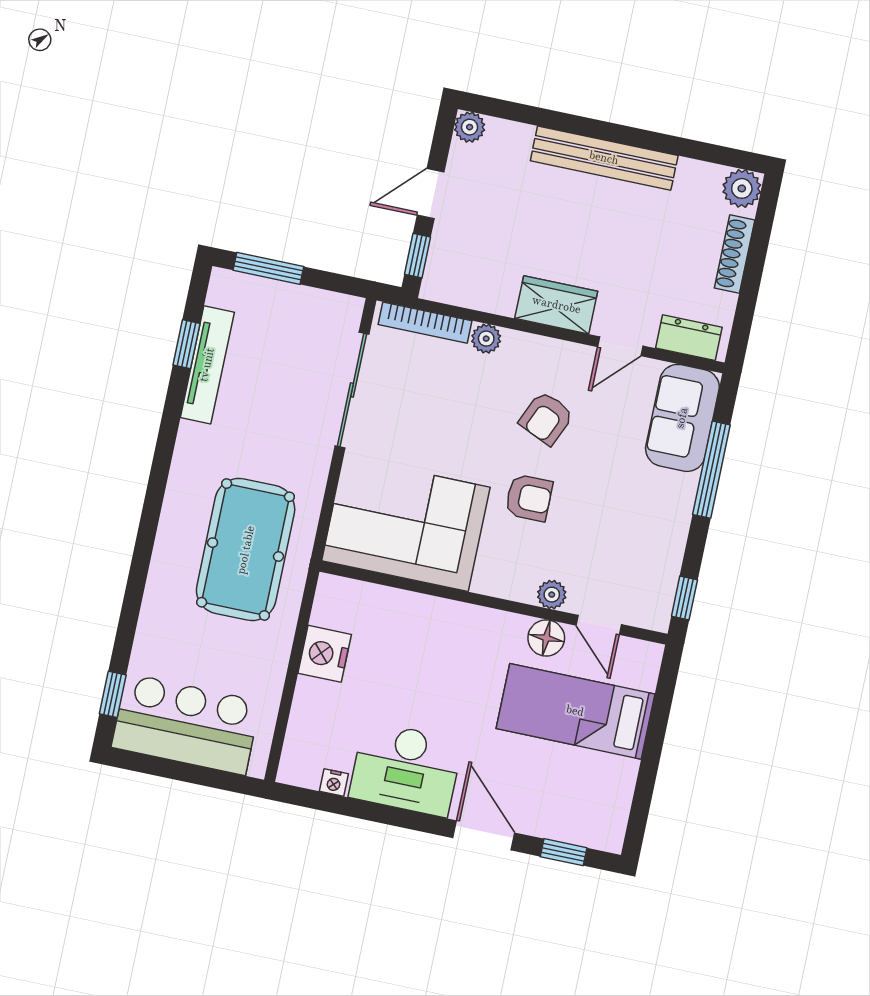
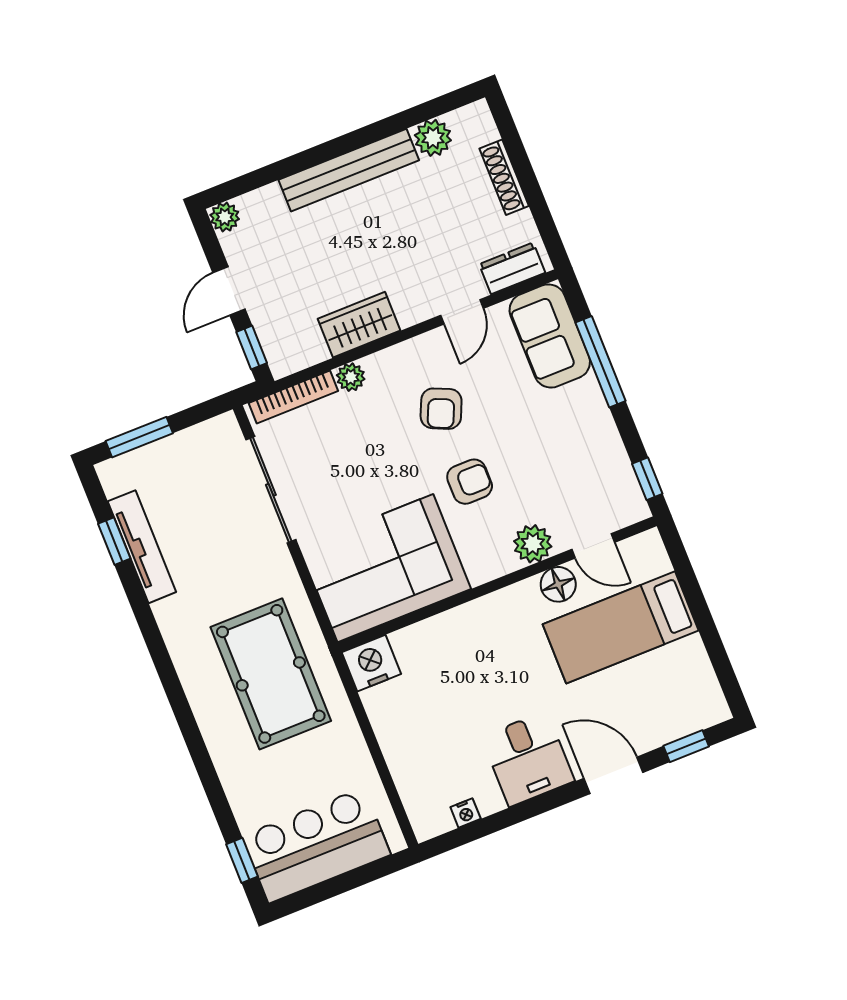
plant: (742, 188) -> (433, 138), moved
wardrobe: (556, 305) -> (359, 325), moved
plant: (552, 595) -> (533, 544), width x1.38, depth x1.38
nightstand: (325, 654) -> (371, 663), moved, turned 90
desk: (406, 769) -> (528, 759), width x0.73

